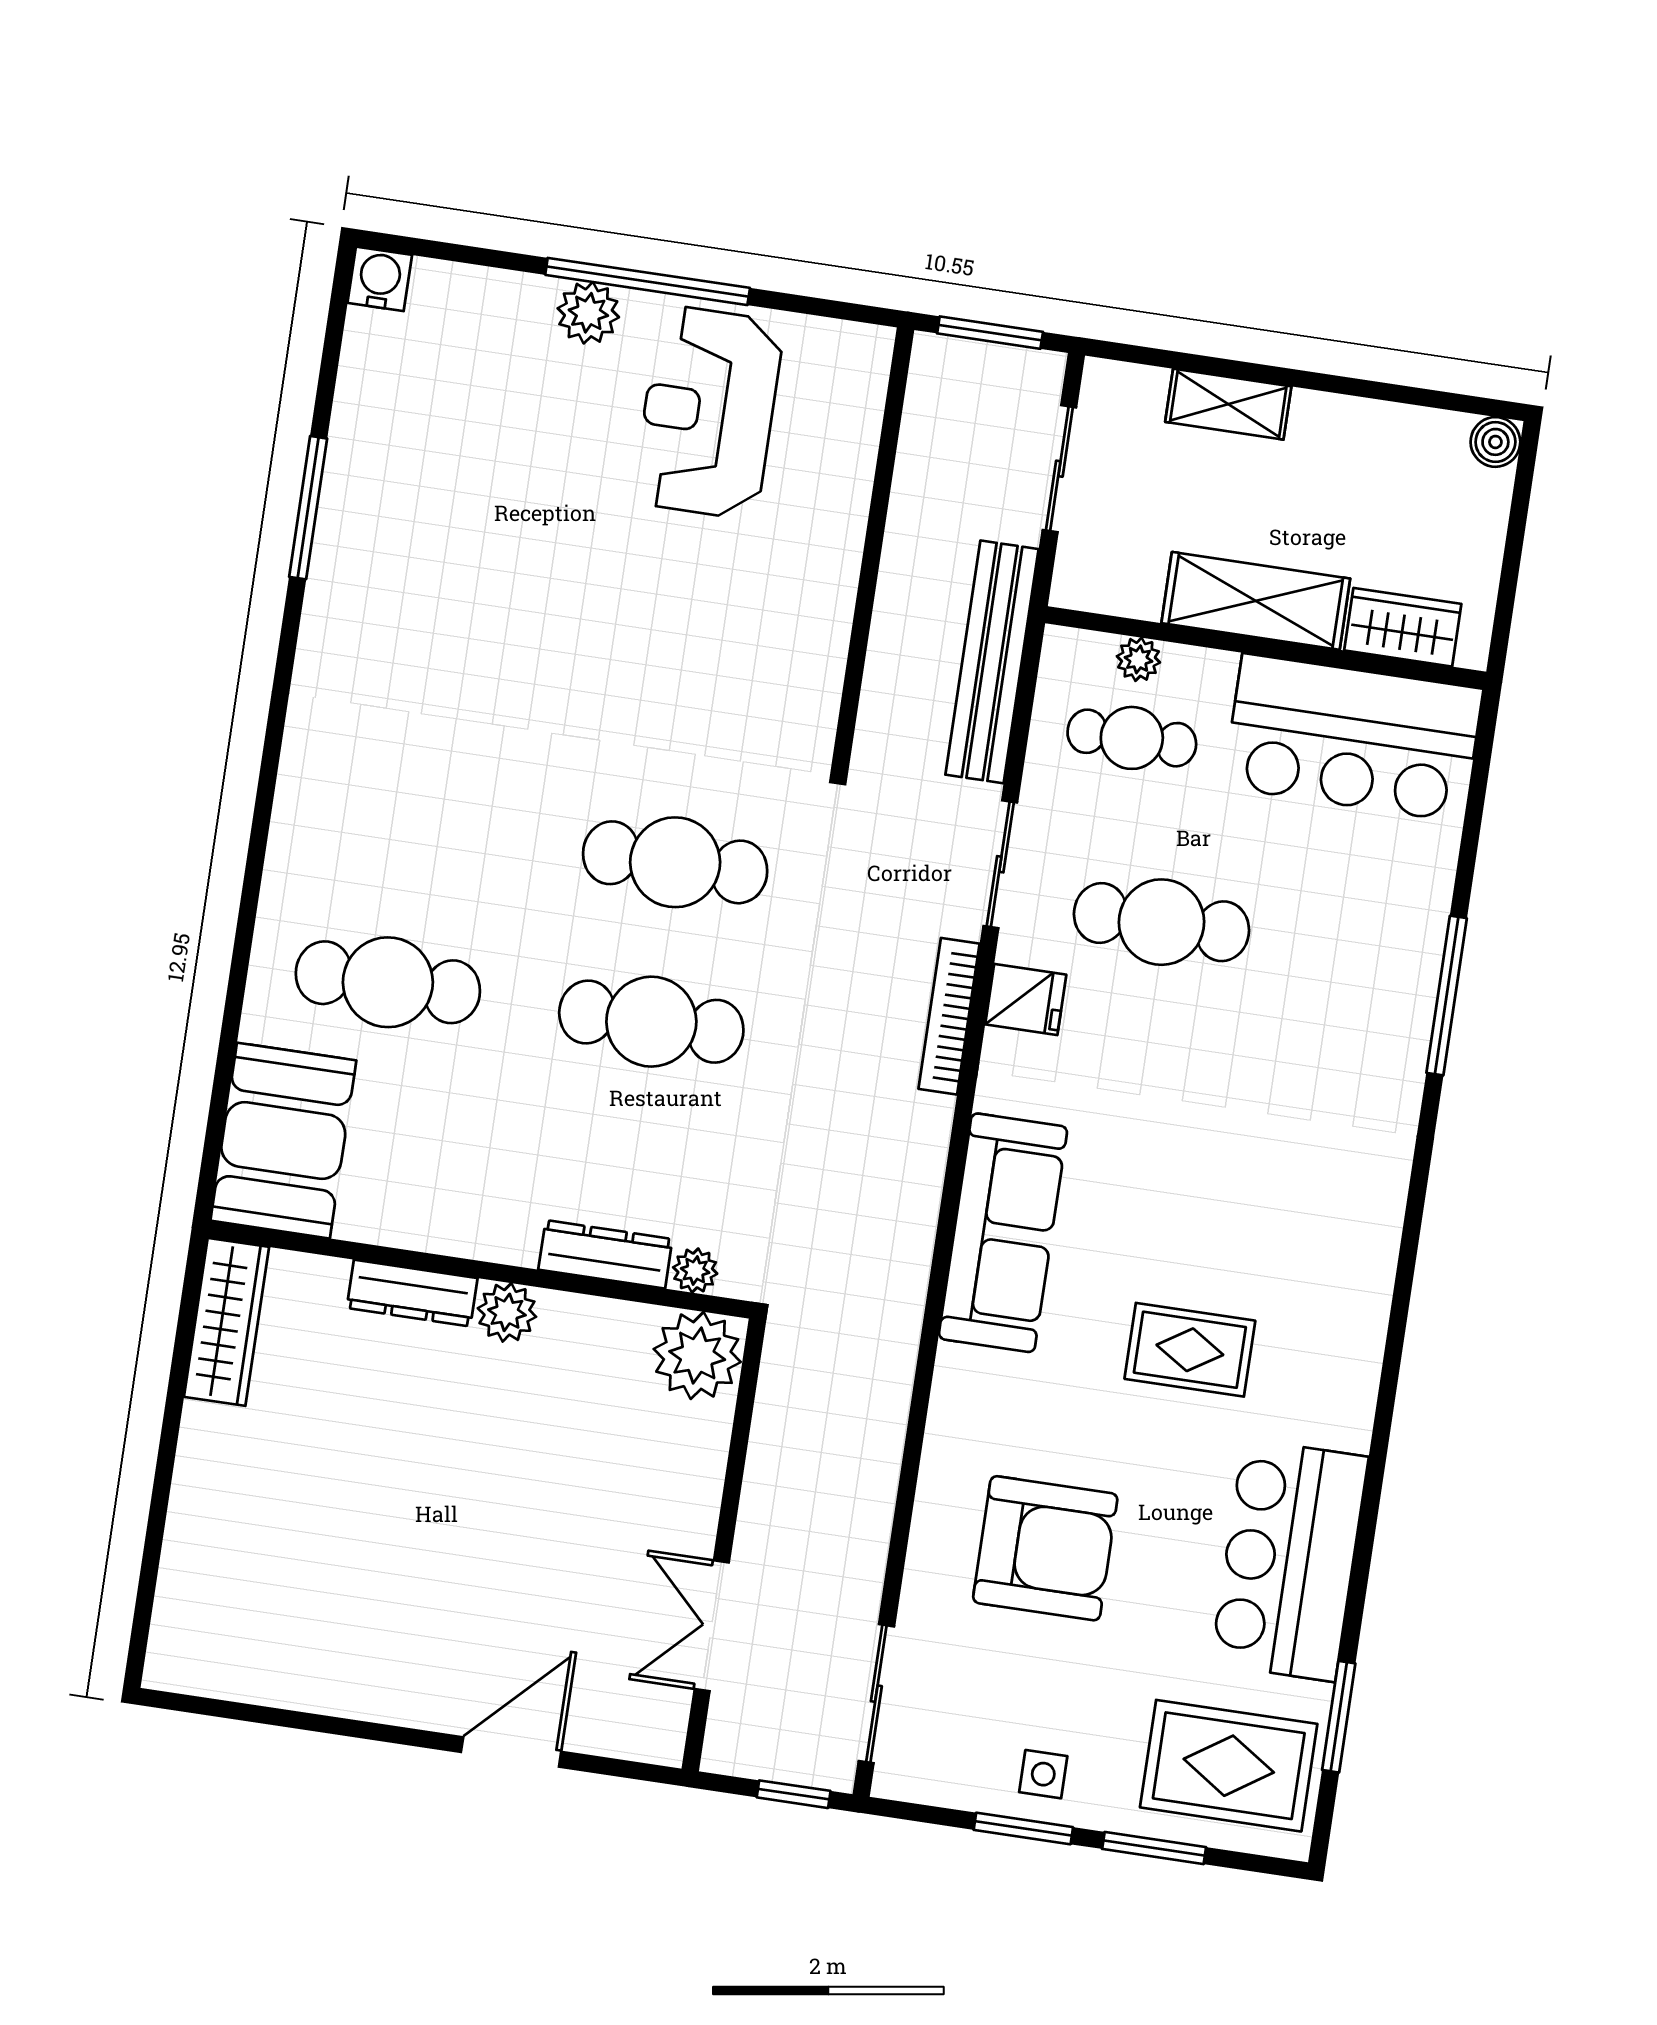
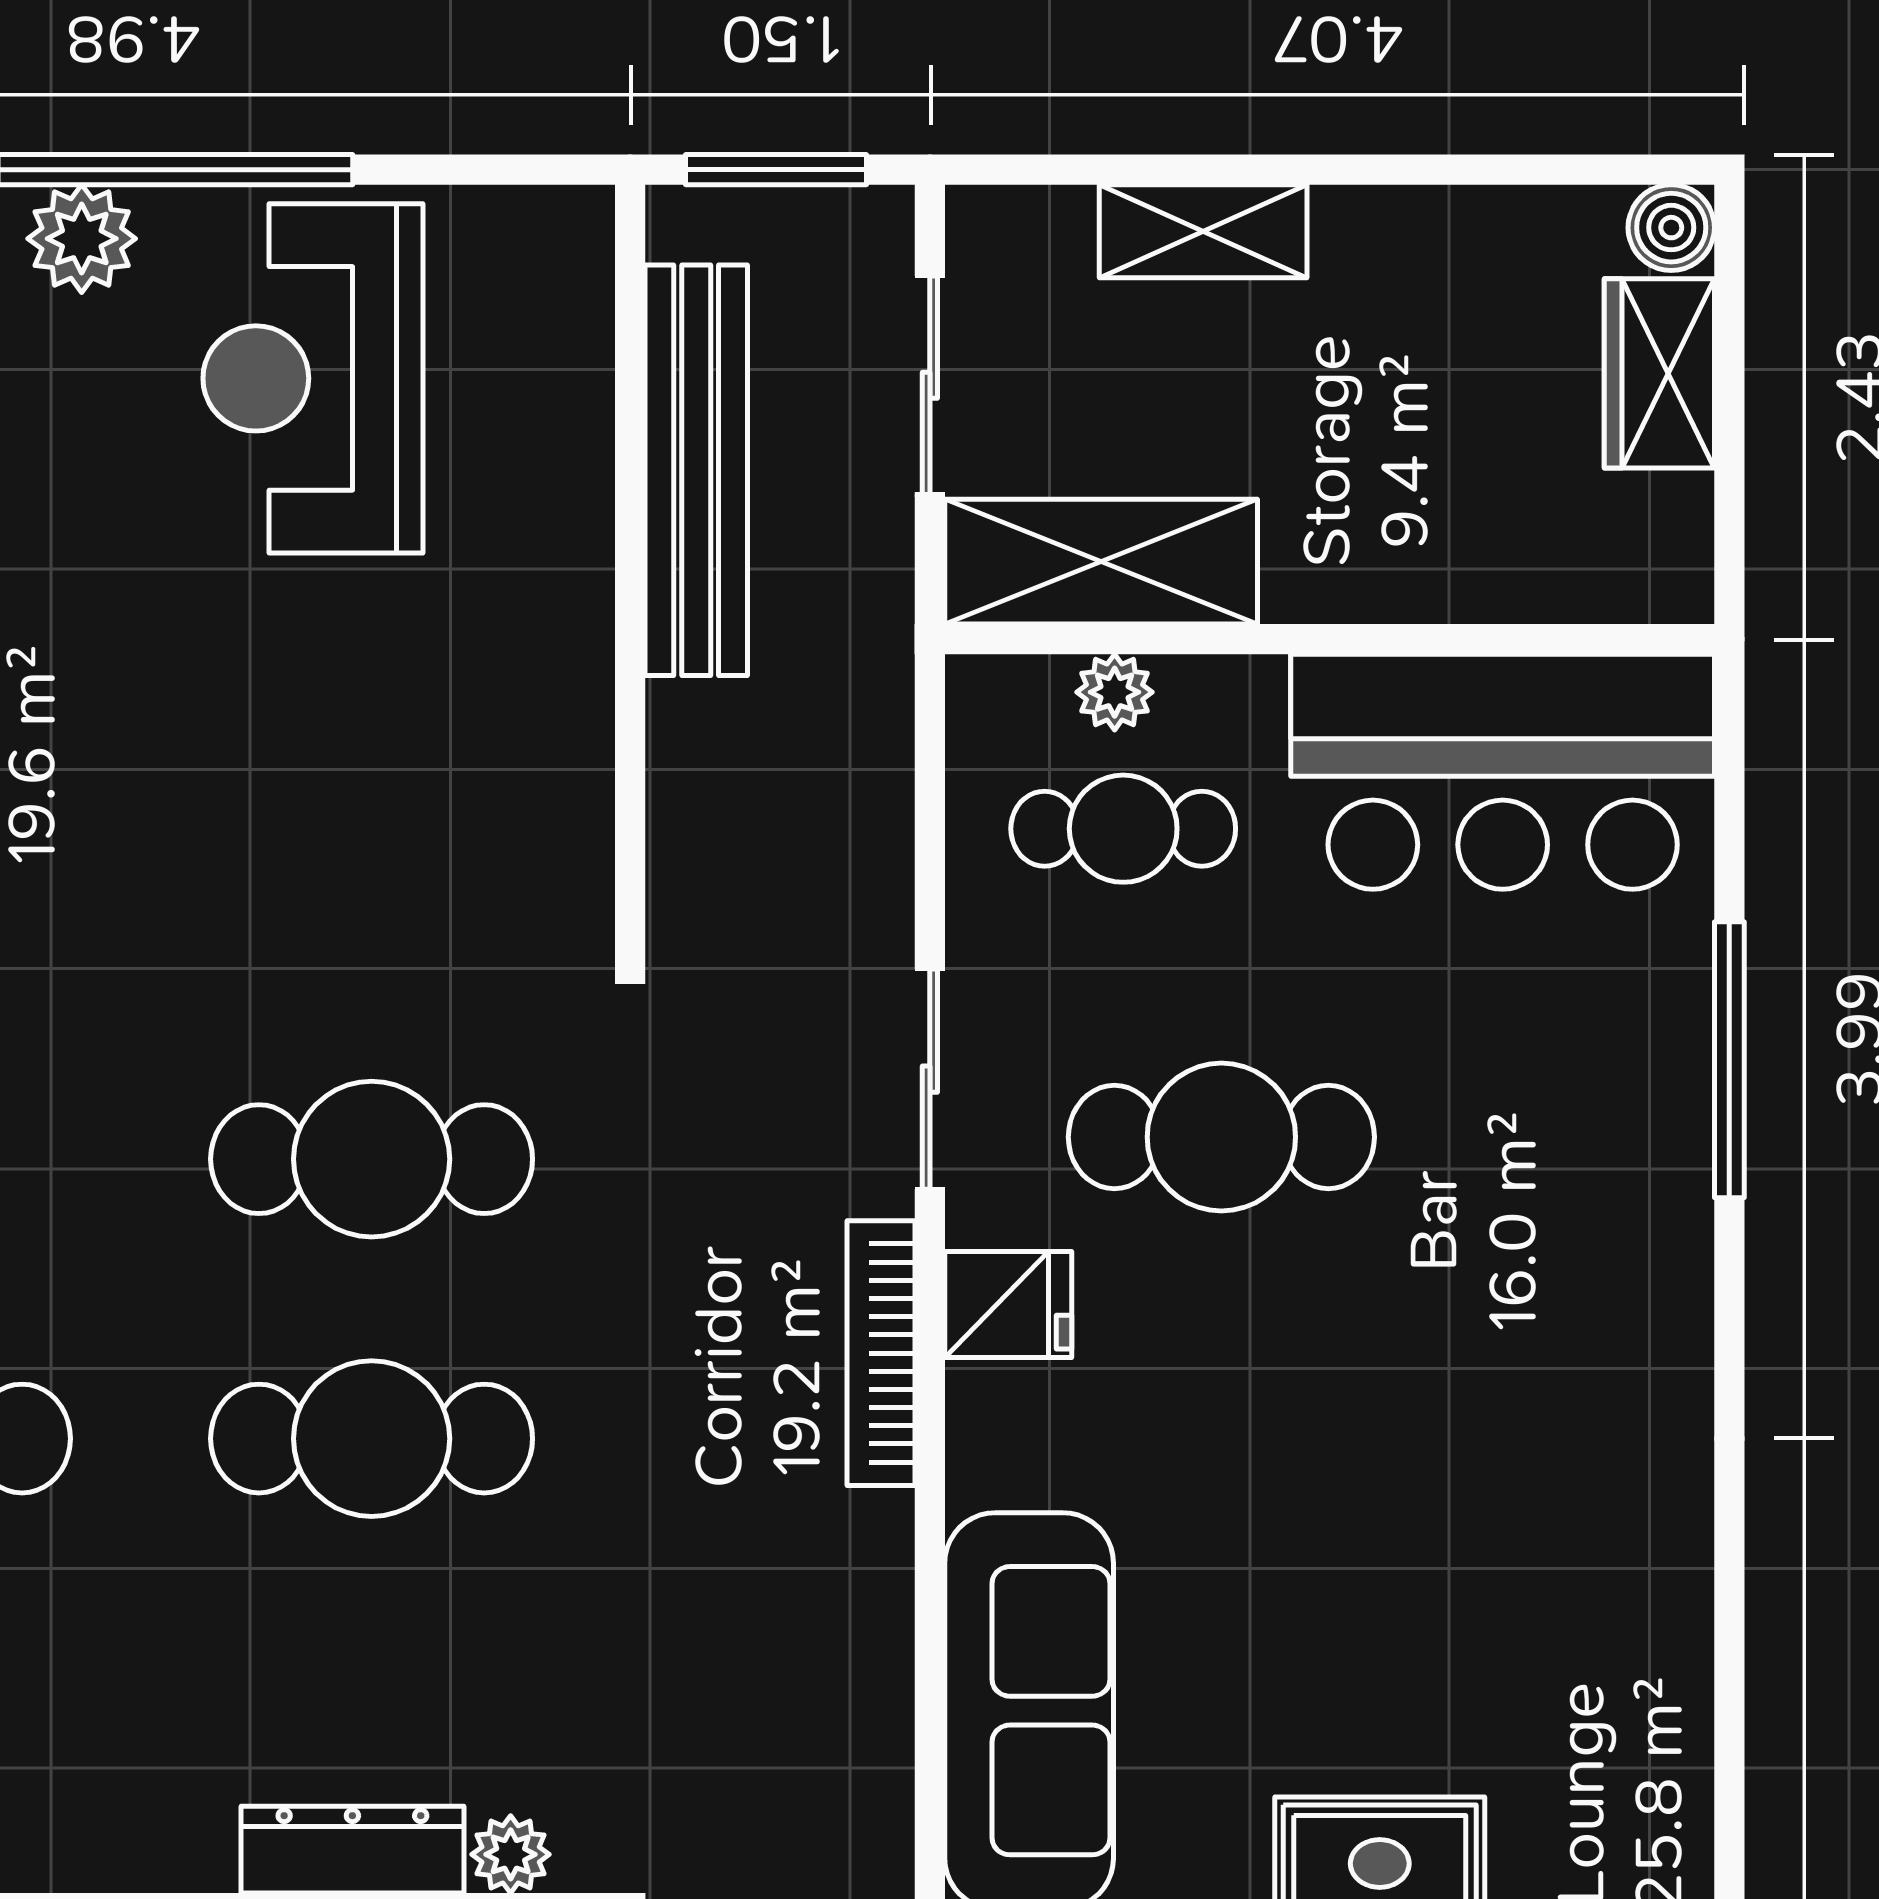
shelving: (1256, 601) -> (1101, 562), moved
wardrobe: (1403, 627) -> (1659, 373), moved, turned -90
bench: (992, 662) -> (696, 470), moved
window: (1447, 996) -> (1729, 1060), moved

